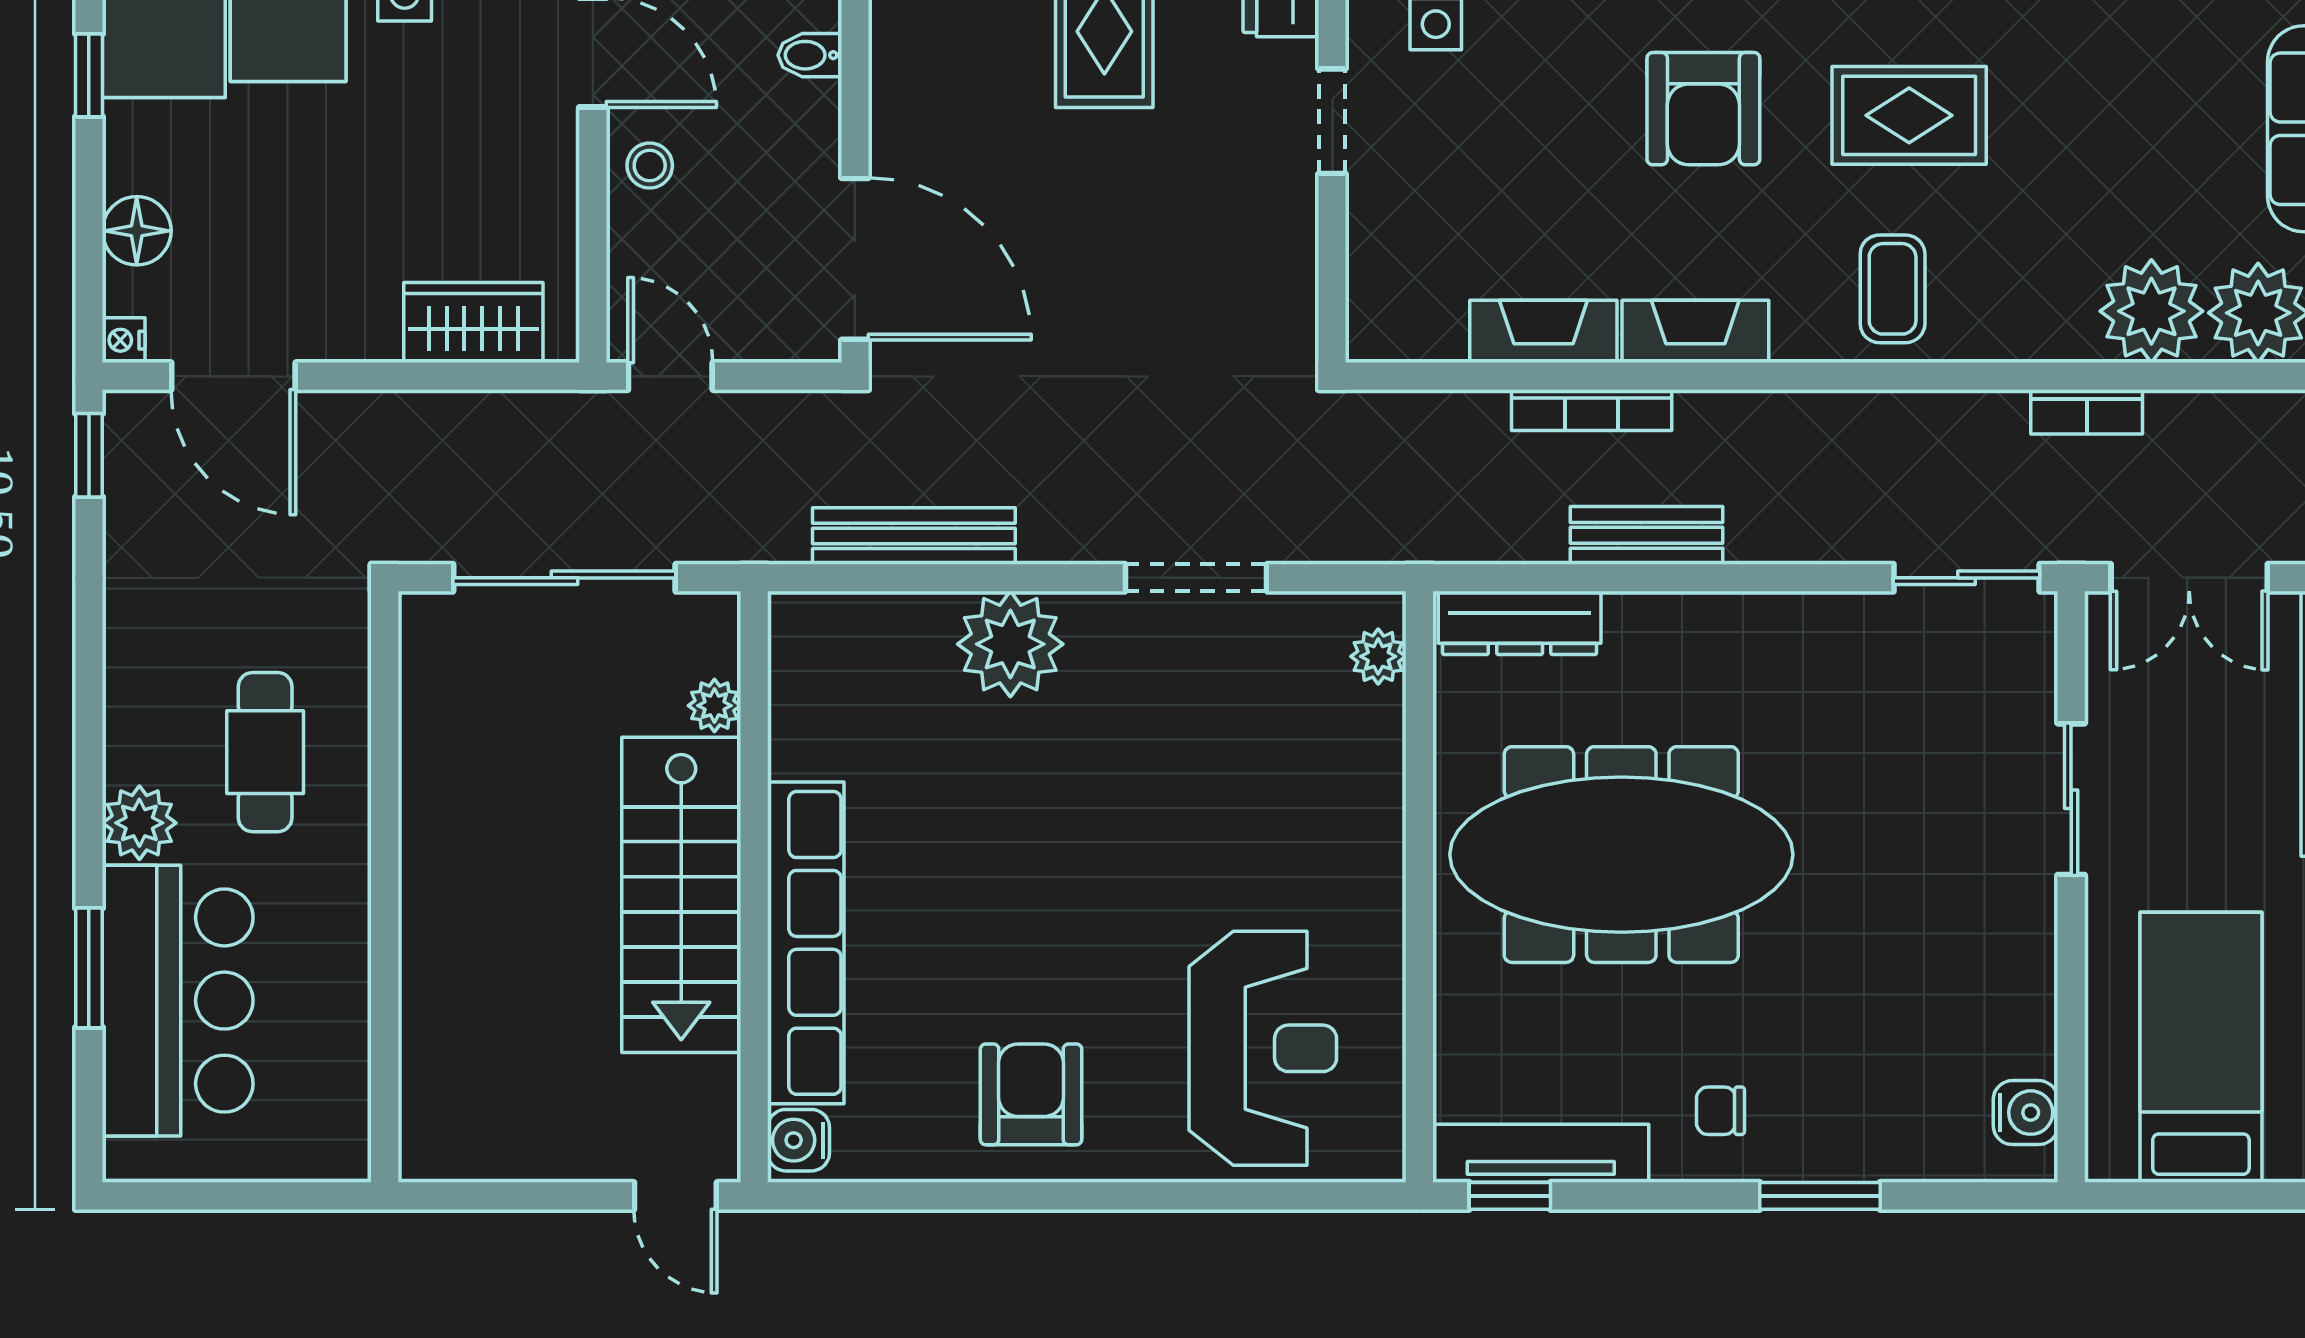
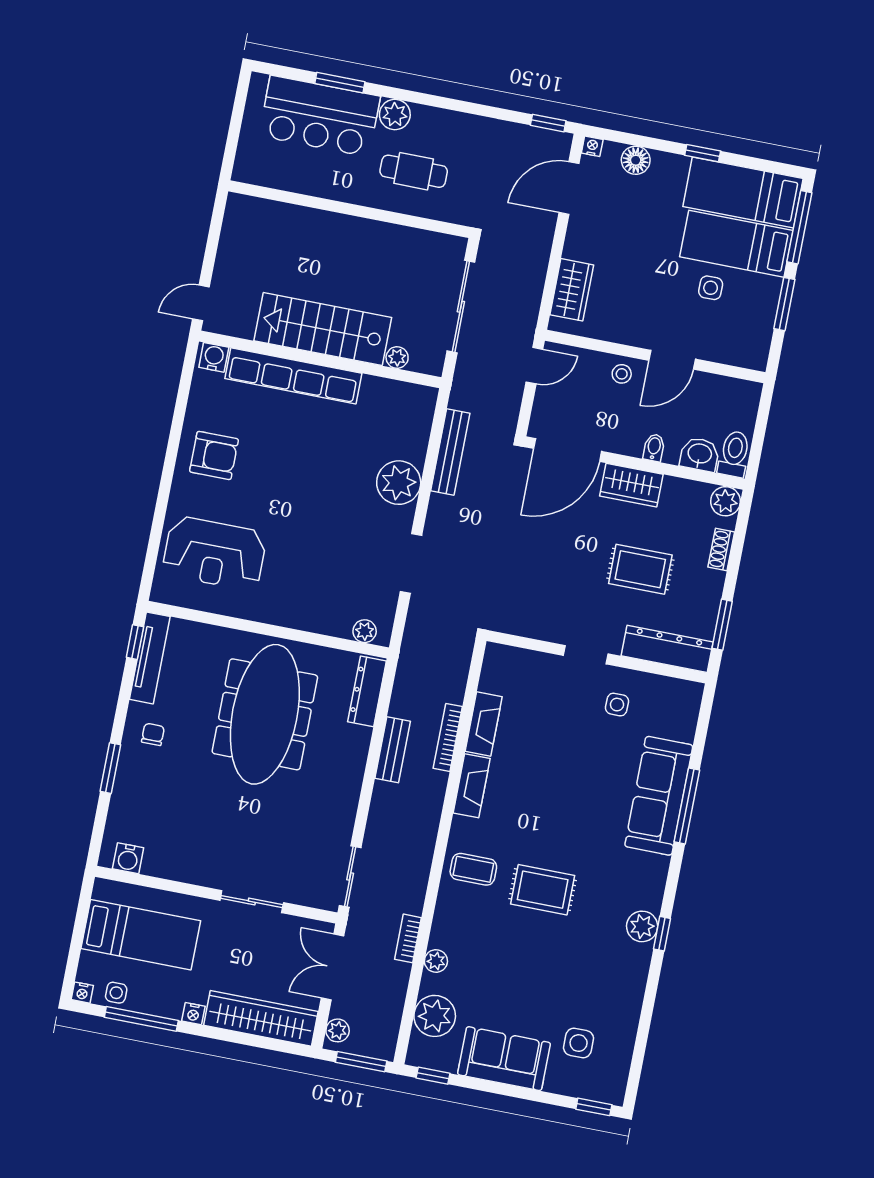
wardrobe: (909, 91) -> (631, 485), added
armchair: (1703, 109) -> (562, 807), removed
rug: (1909, 115) -> (543, 890), turned 90
plant: (2151, 311) -> (436, 961), width x0.53, depth x0.53

